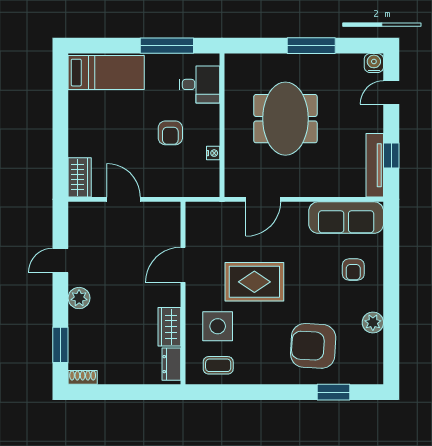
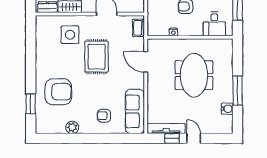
water cooler: (374, 63) -> (227, 109), moved
door: (391, 92) -> (194, 138), moved
meeting table: (285, 119) -> (194, 75), turned 90
armchair: (313, 346) -> (58, 92), turned 87
coffee table: (218, 365) -> (138, 28), moved

